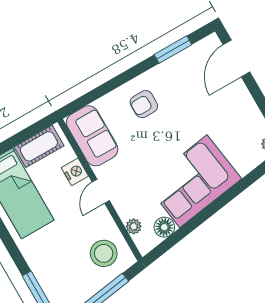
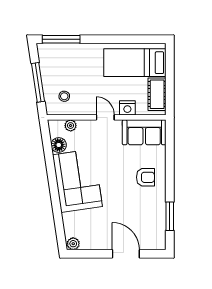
door: (236, 58) -> (126, 254), moved
armchair: (144, 104) -> (145, 177), turned 90
stool: (104, 253) -> (64, 96), width x0.53, depth x0.53

